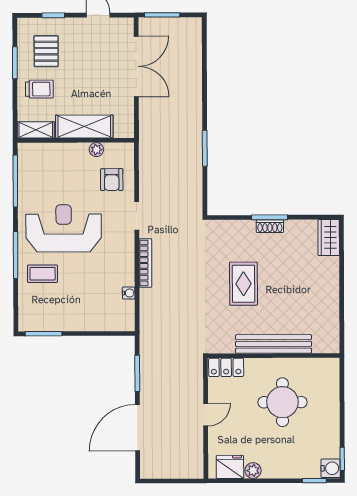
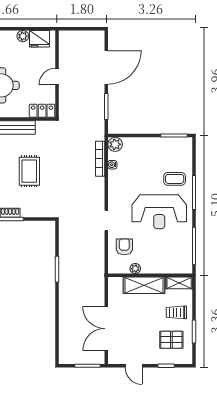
pallet: (46, 51) -> (171, 340), turned 90
bookcase: (145, 263) -> (100, 159), moved
plant: (125, 321) -> (115, 144), added

